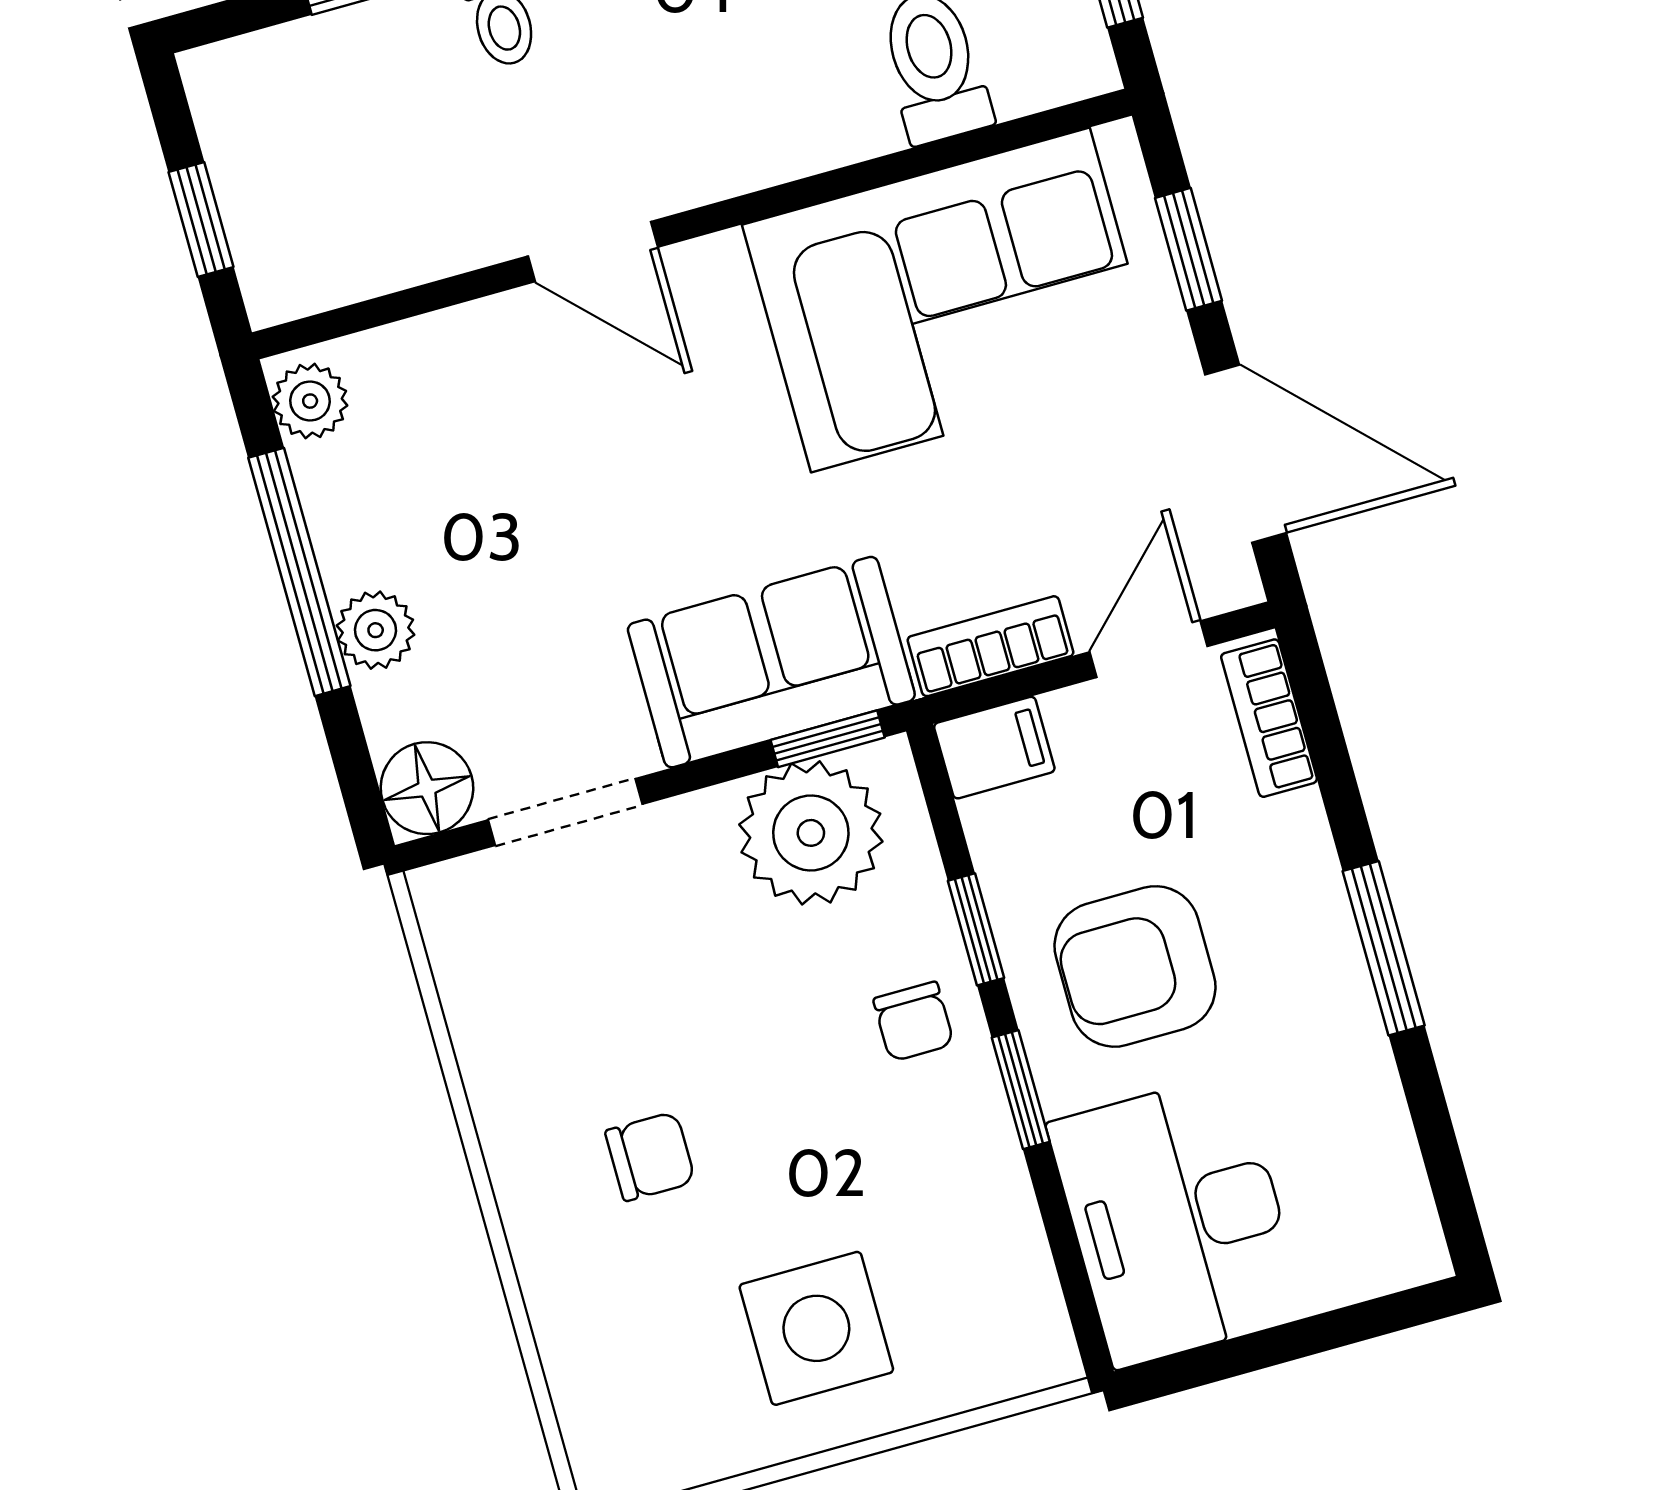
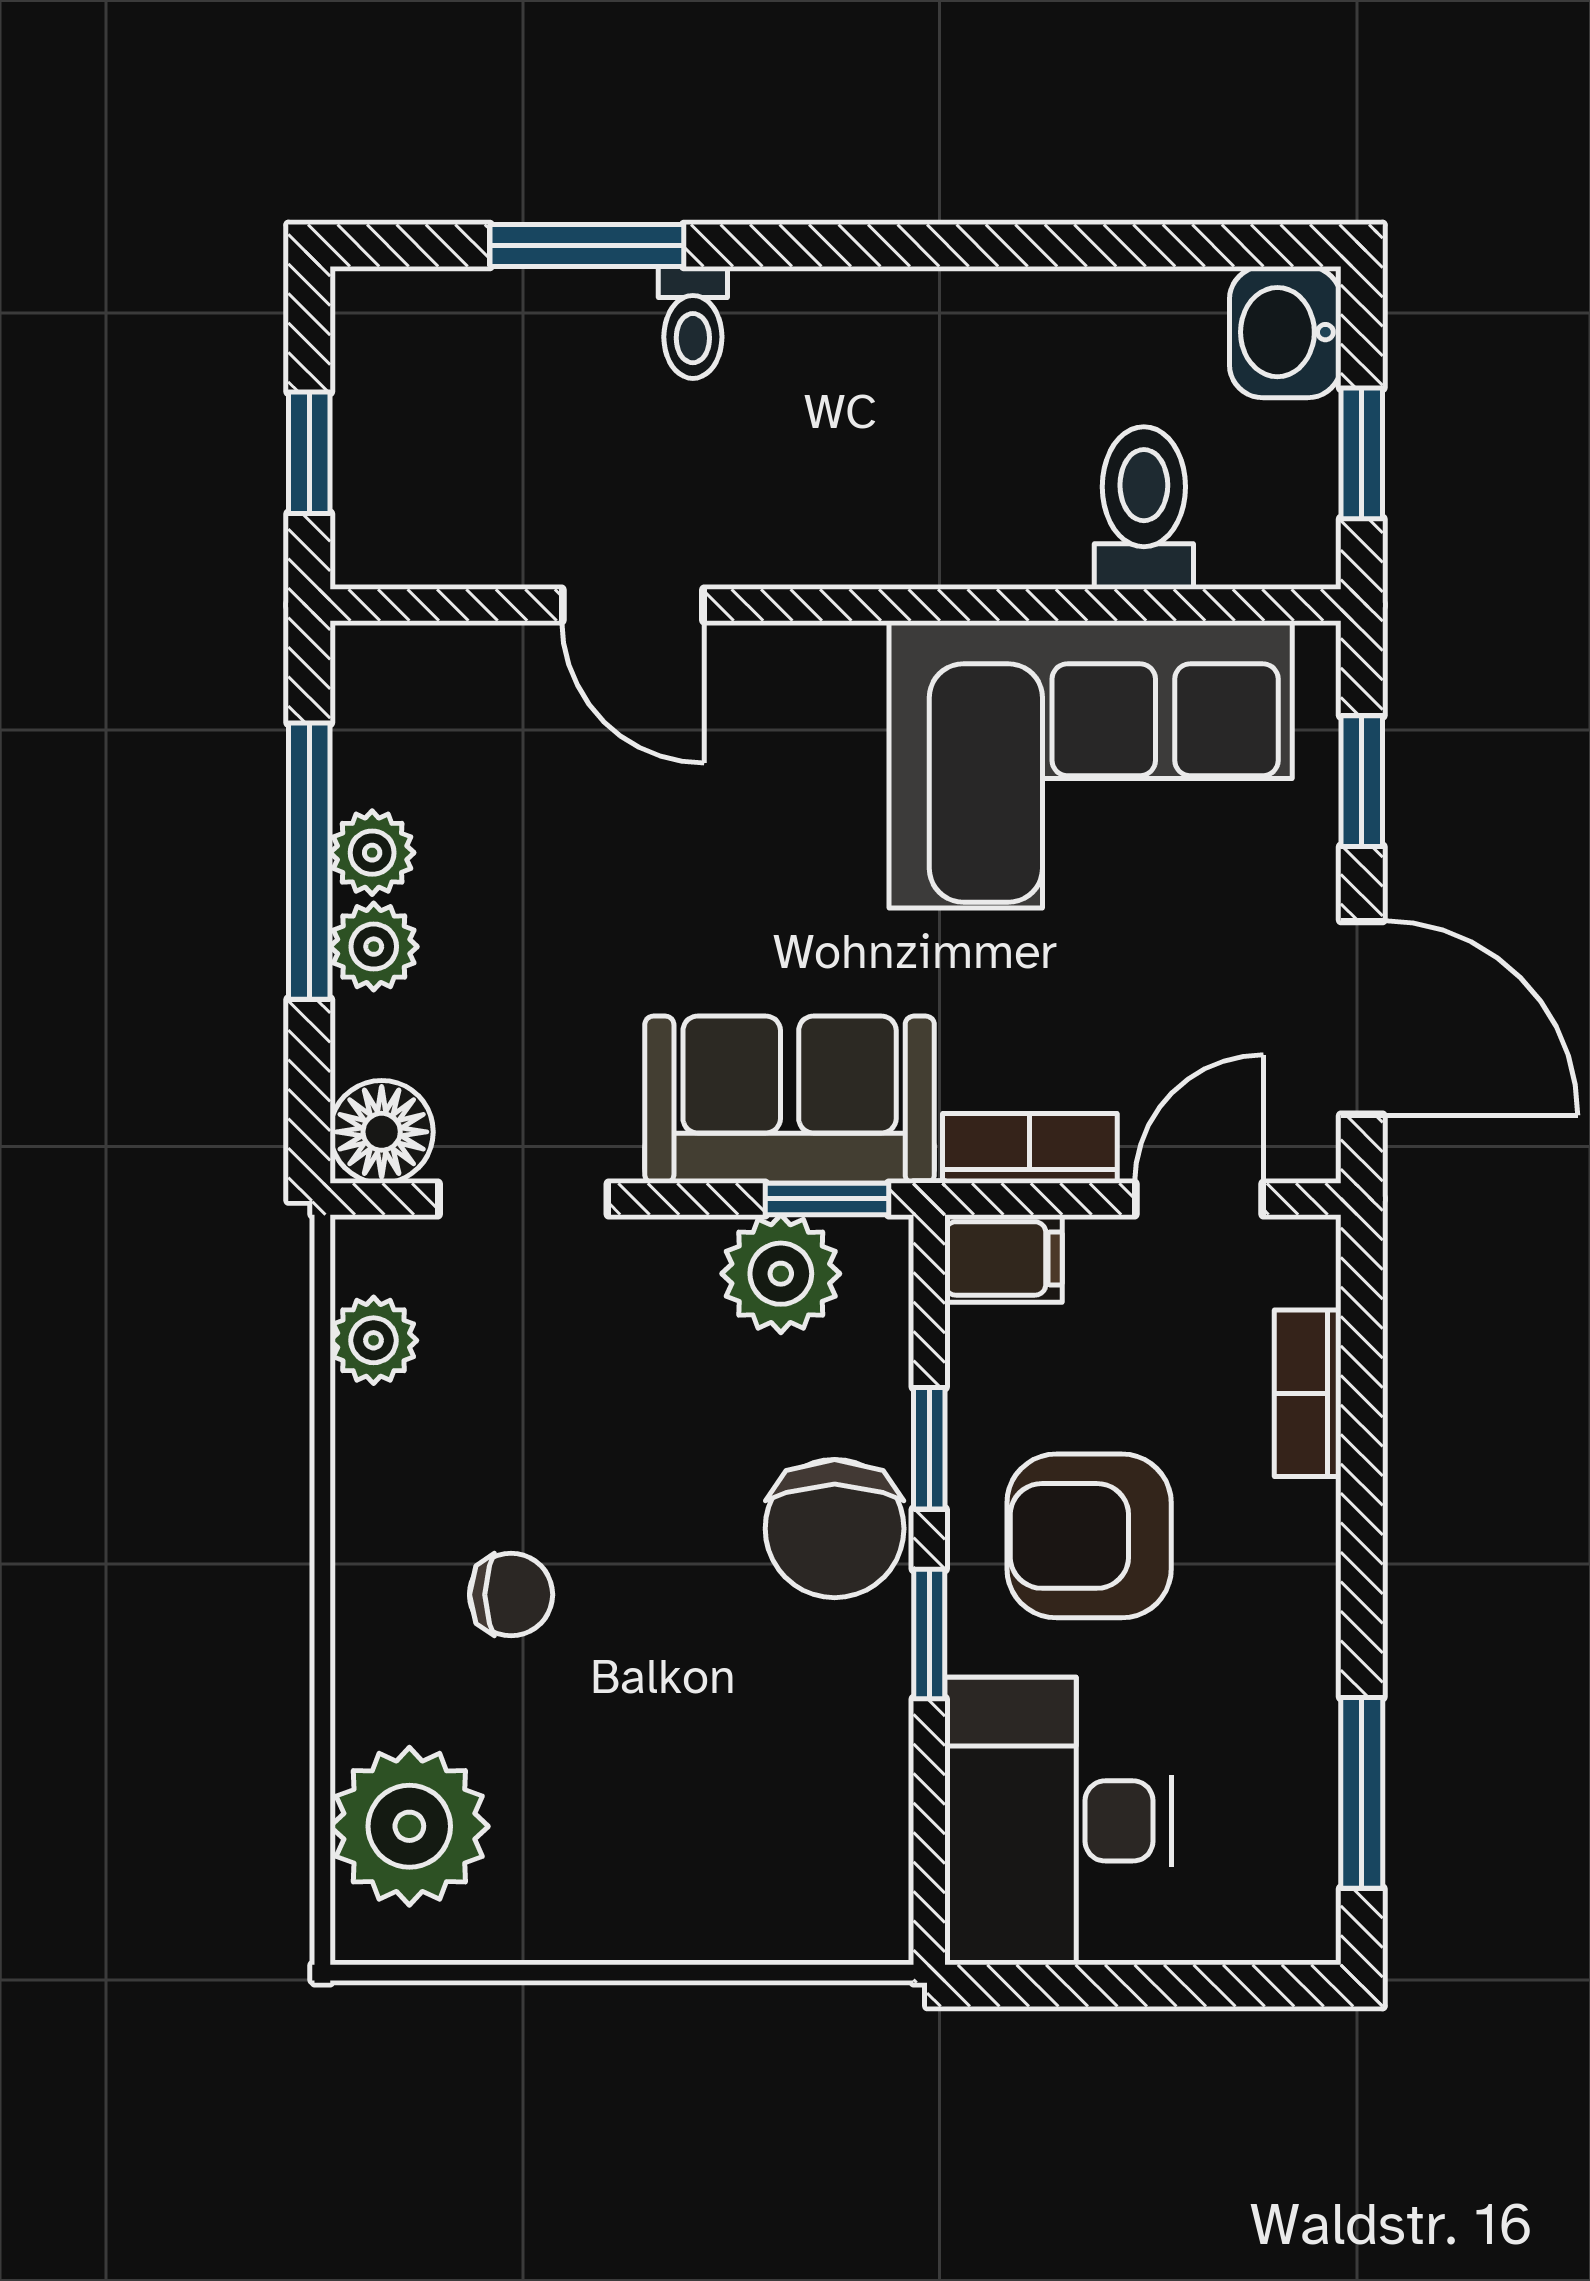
door: (593, 252) -> (633, 605), moved
plant: (310, 401) -> (372, 853), moved
bookcase: (1269, 718) -> (1308, 1393), moved
plant: (811, 833) -> (781, 1274), width x0.73, depth x0.73
window: (1384, 948) -> (1362, 1793), moved
plant: (470, 970) -> (374, 1340), added
chair: (914, 1021) -> (835, 1529), width x1.87, depth x1.87
side table: (816, 1328) -> (638, 1829), removed
plant: (618, 1381) -> (409, 1826), added

